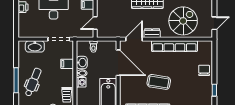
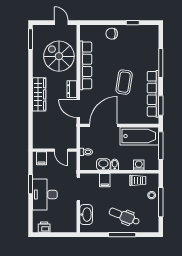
washing machine: (81, 82) -> (139, 165), moved

